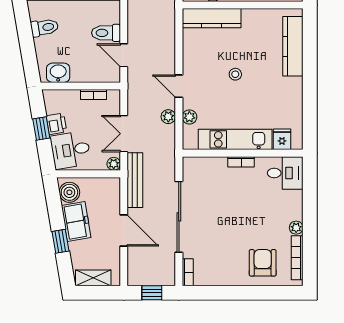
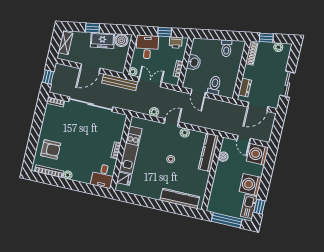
door: (124, 55) -> (198, 93), swing flipped
washbasin: (58, 73) -> (194, 62), moved
plant: (189, 117) -> (185, 133), moved
printer: (56, 124) -> (176, 43), moved

